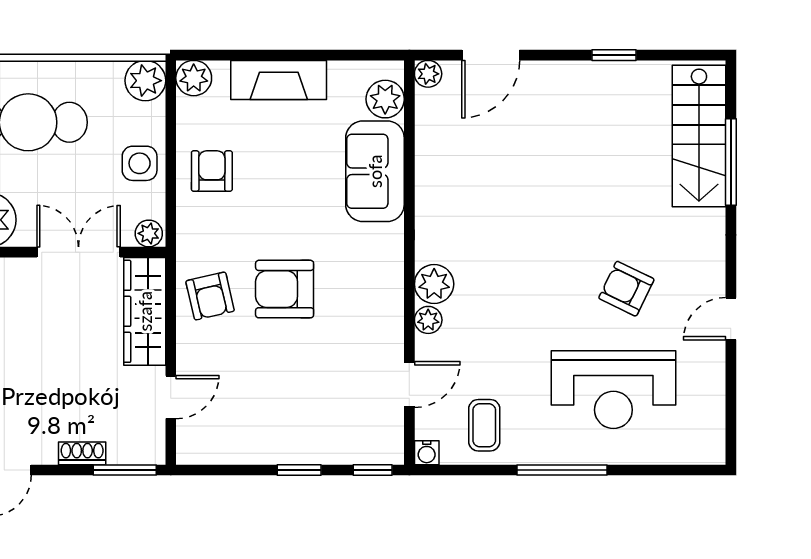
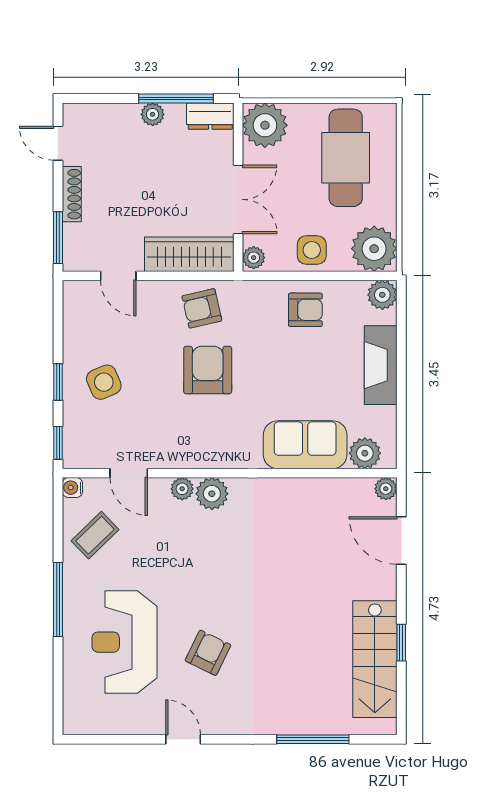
plant: (145, 81) -> (374, 249), width x1.36, depth x1.36
stairs: (699, 136) -> (375, 659), moved, turned -90
side table: (299, 415) -> (104, 382), added
coffee table: (484, 425) -> (95, 535), turned -44
shoe rack: (82, 453) -> (72, 194), width x1.43

